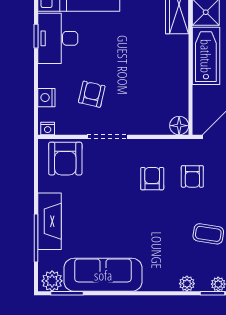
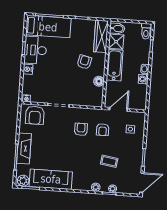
armchair: (92, 94) -> (84, 62), moved
nightstand: (46, 98) -> (28, 69), moved
floor lamp: (179, 126) -> (99, 81), moved

